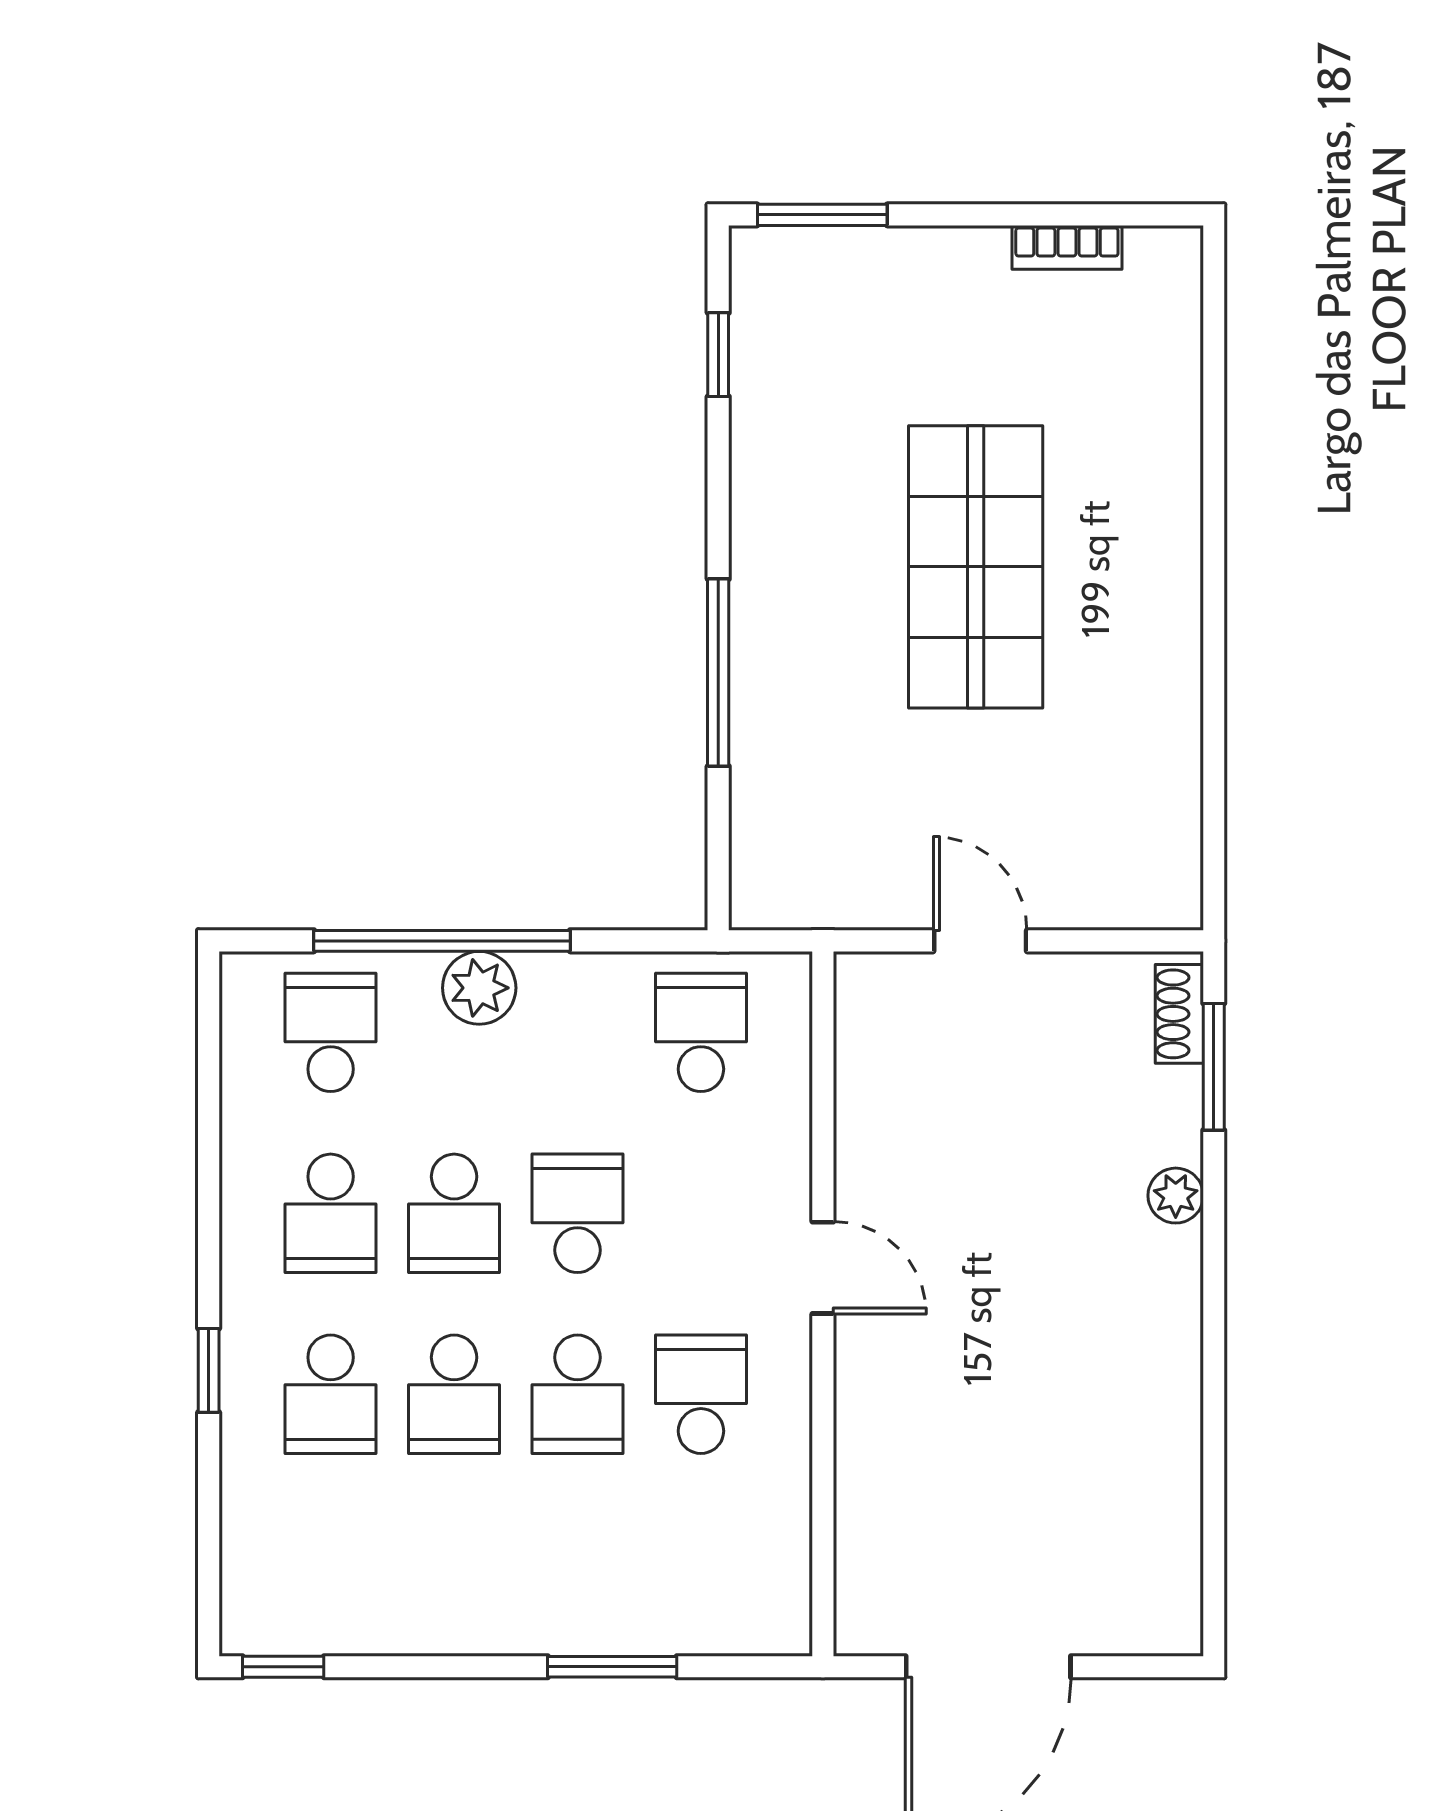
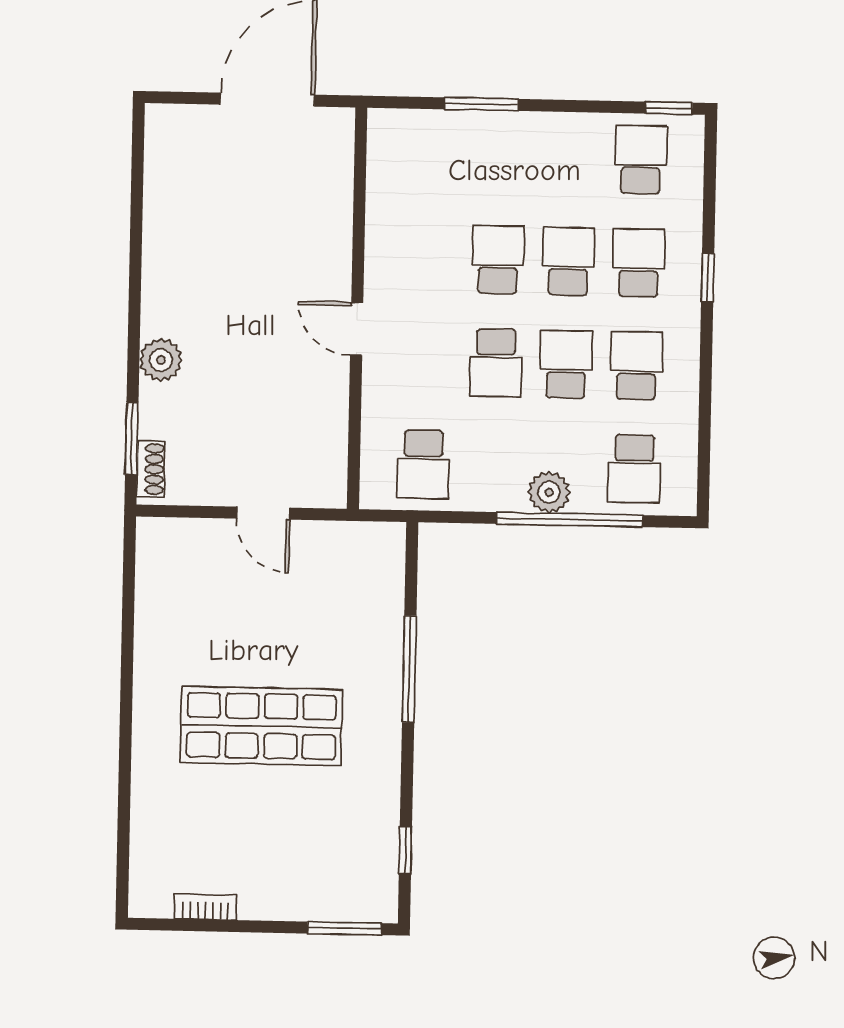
shop shelf: (976, 567) -> (261, 726), turned 90
plant: (1176, 1196) -> (161, 360), width x1.38, depth x1.38
school desk: (701, 1394) -> (641, 160), moved, turned 180

